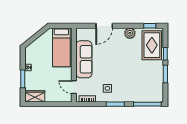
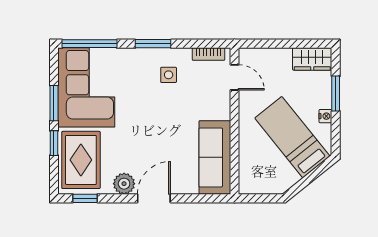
door: (104, 26) -> (154, 198), moved
bed: (61, 47) -> (292, 137), moved, turned -39
sofa: (84, 59) -> (215, 157), moved
corner sofa: (149, 82) -> (86, 87), added

